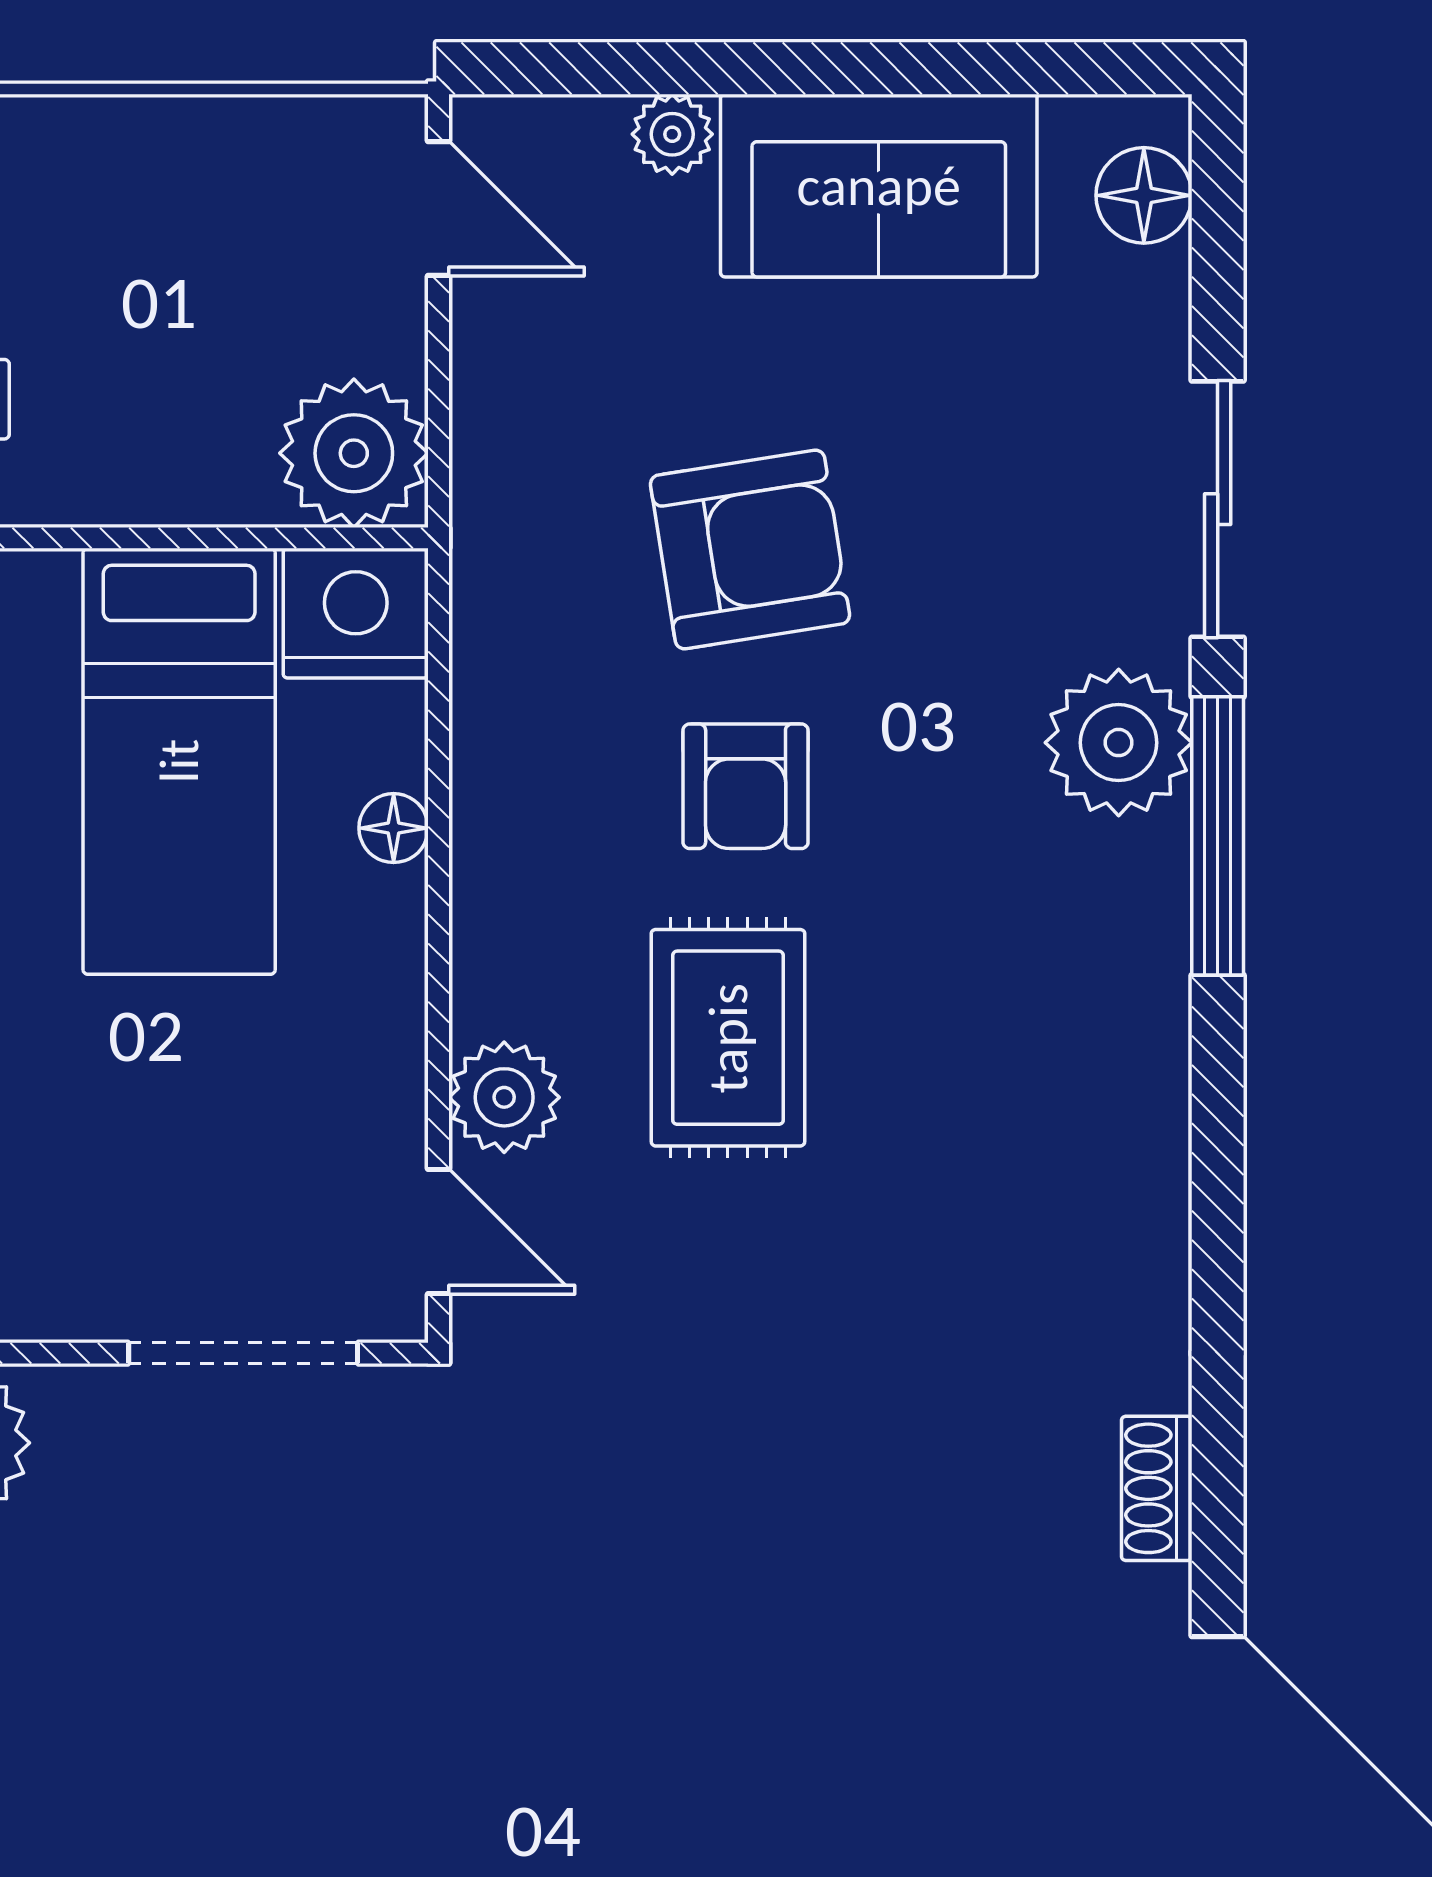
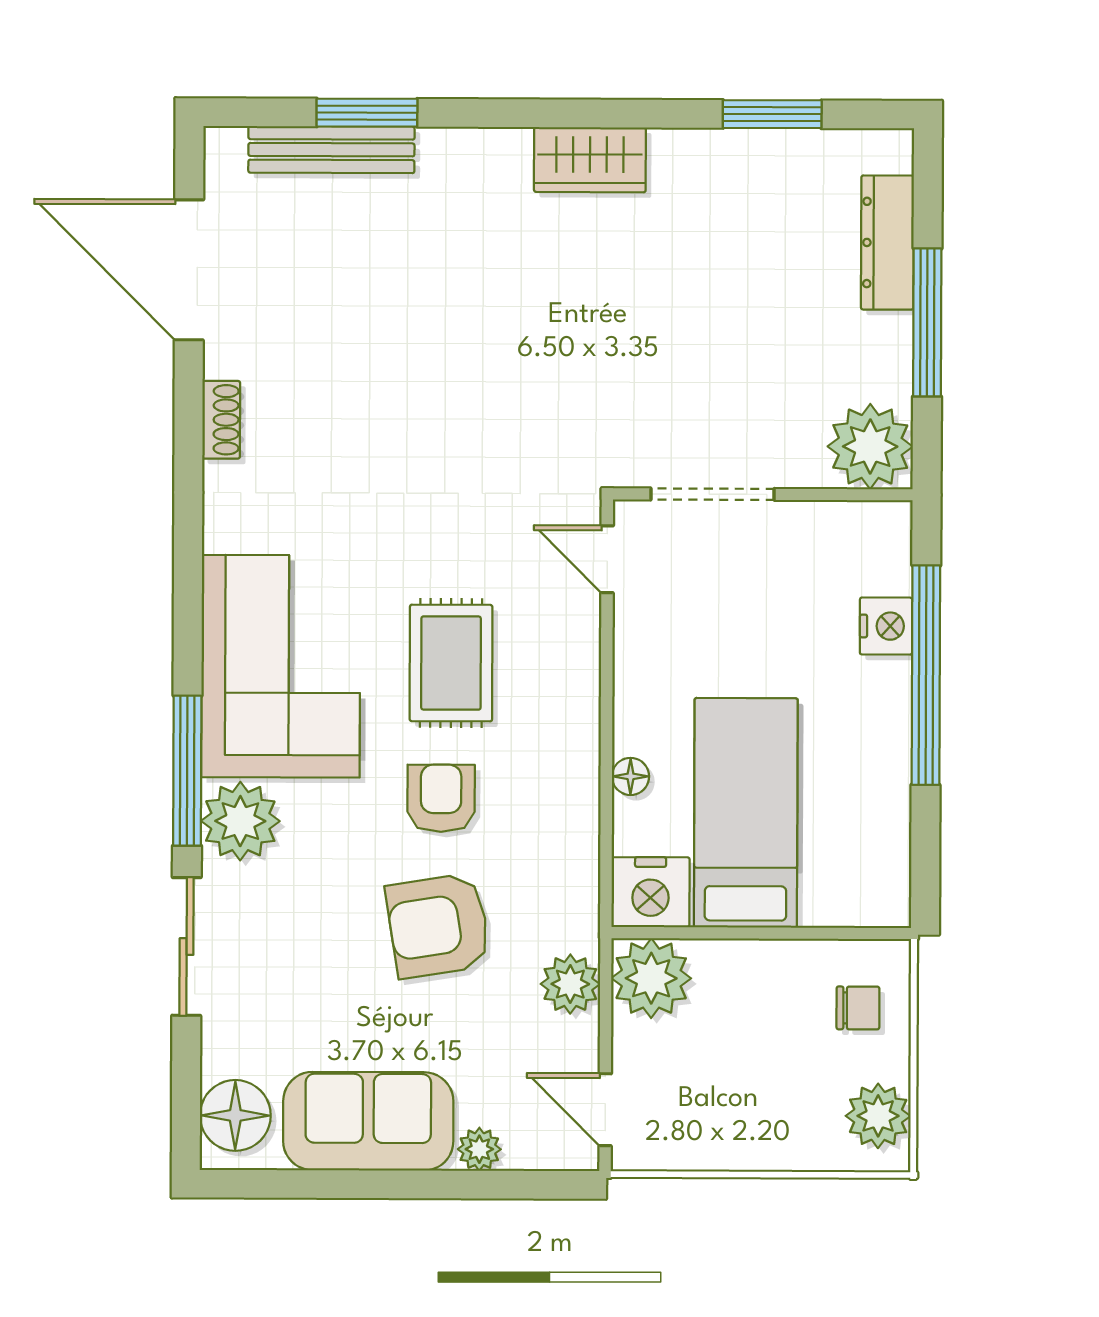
floor lamp: (1144, 195) -> (235, 1115), width x1.38, depth x1.38
corner sofa: (1044, 1031) -> (281, 666), added
plant: (504, 1097) -> (570, 984), moved

